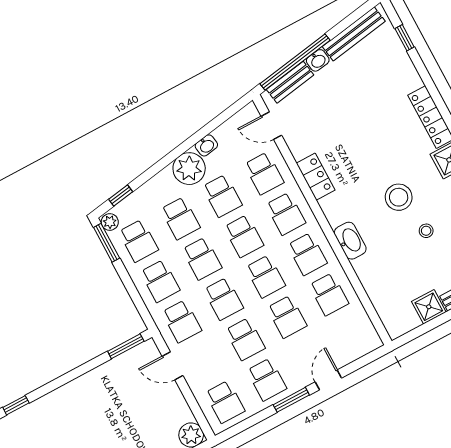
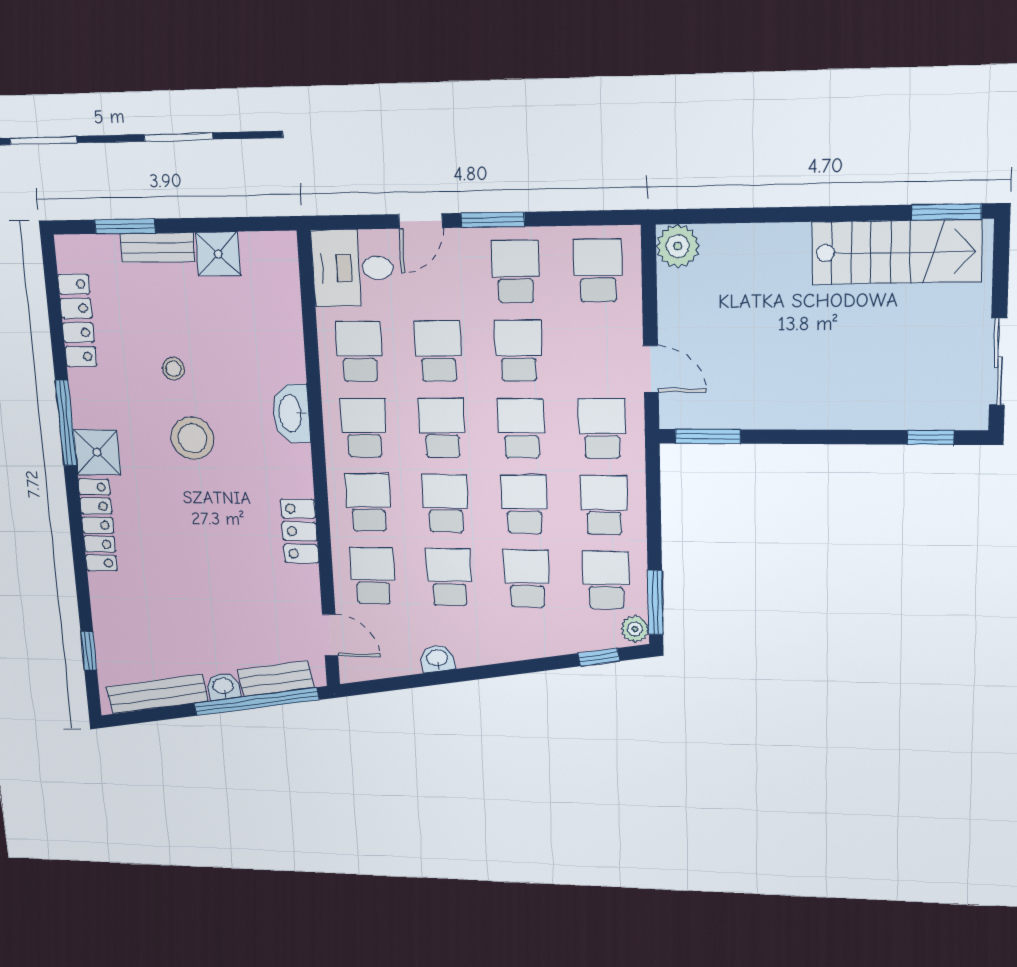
plant: (189, 169) -> (478, 641), removed
desk: (353, 337) -> (353, 268), added

